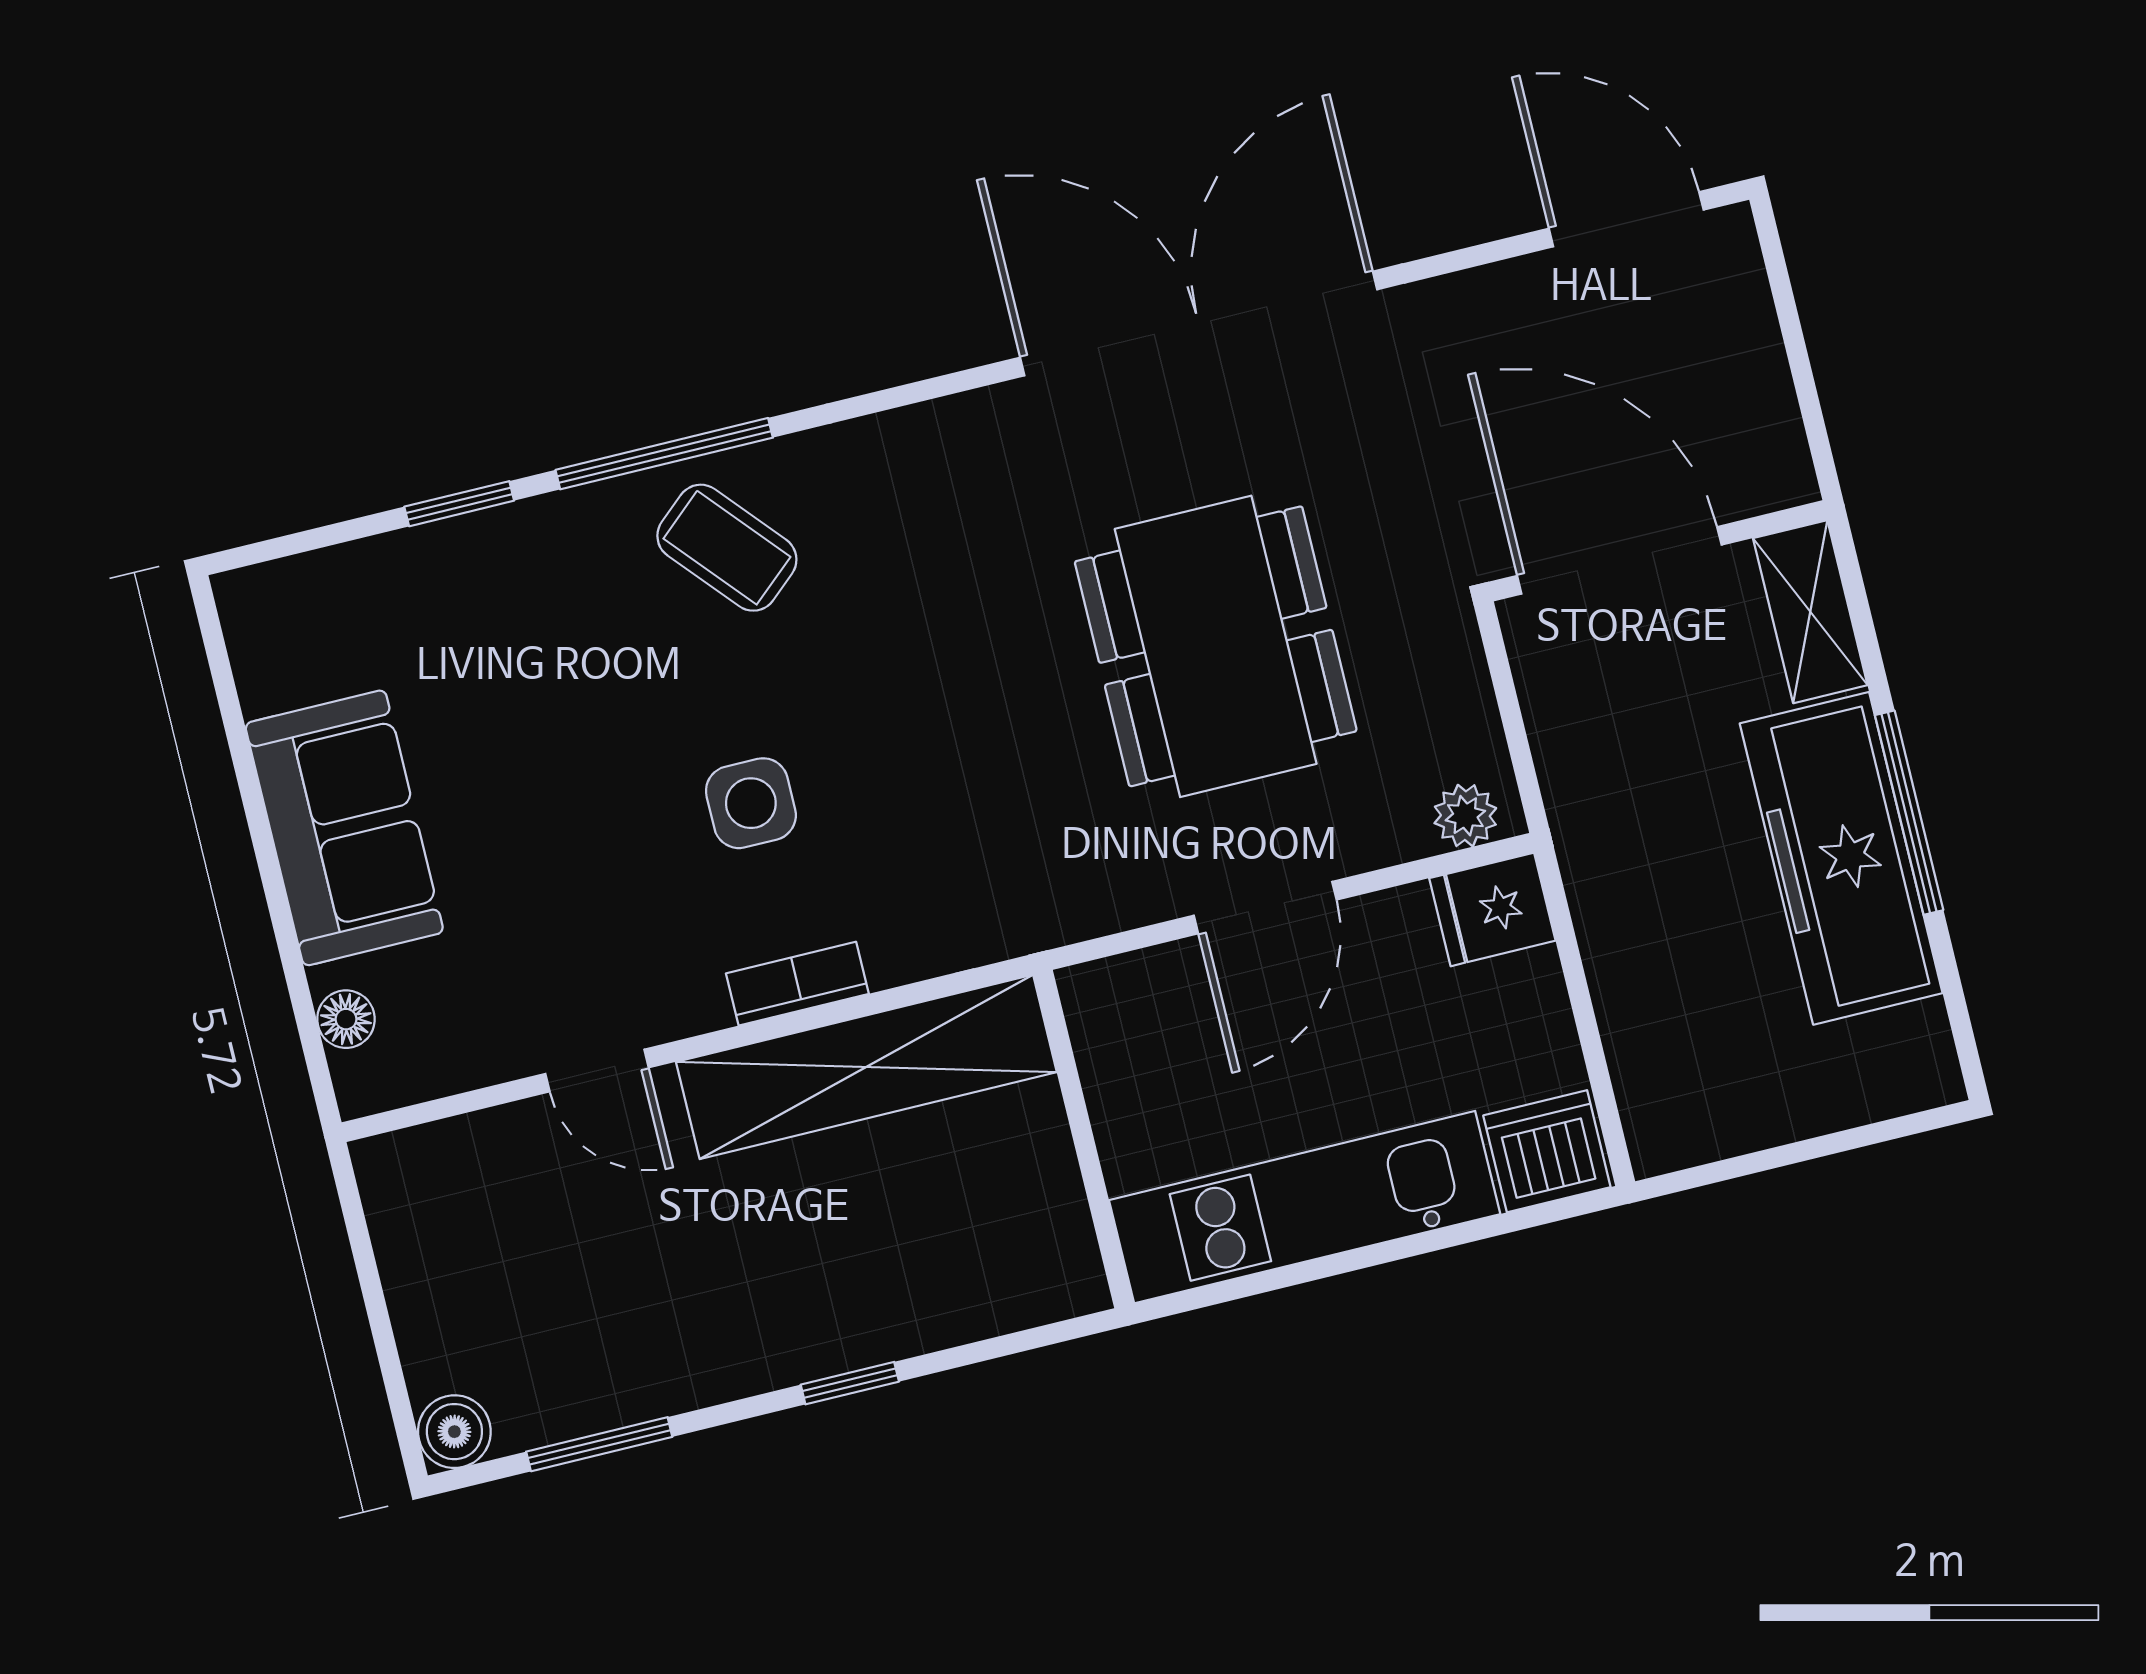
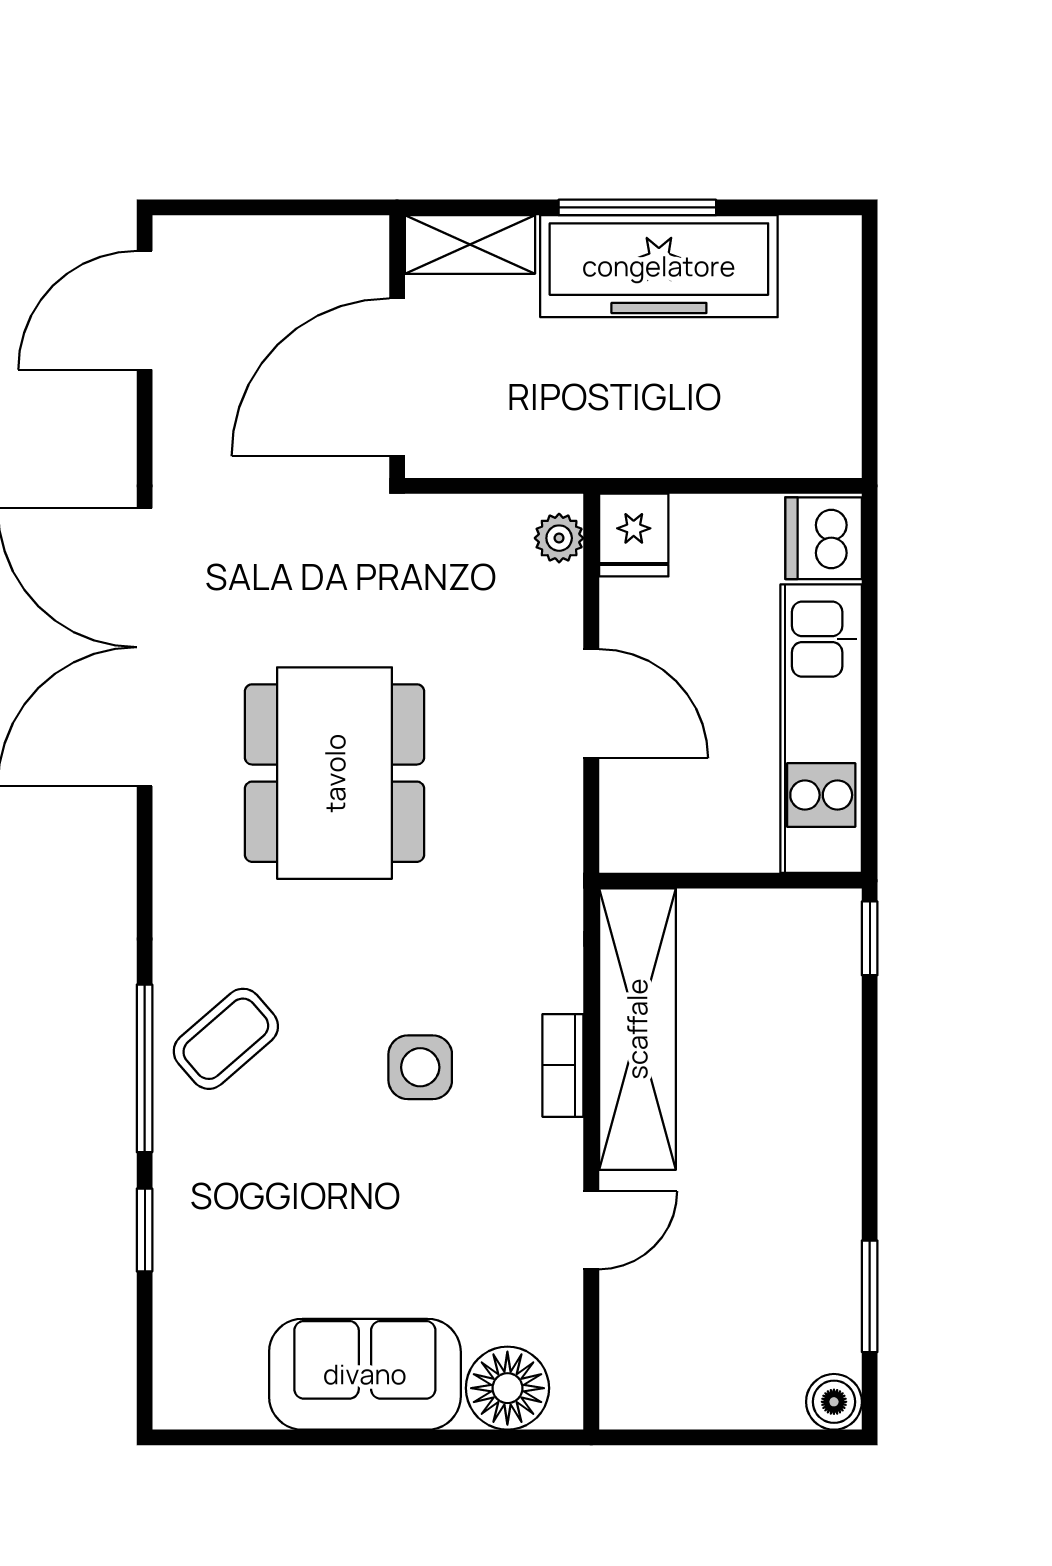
dining table: (1216, 646) -> (335, 773), moved, turned 90
floor lamp: (346, 1019) -> (507, 1388), width x1.89, depth x1.89
window: (850, 1383) -> (870, 938), moved

